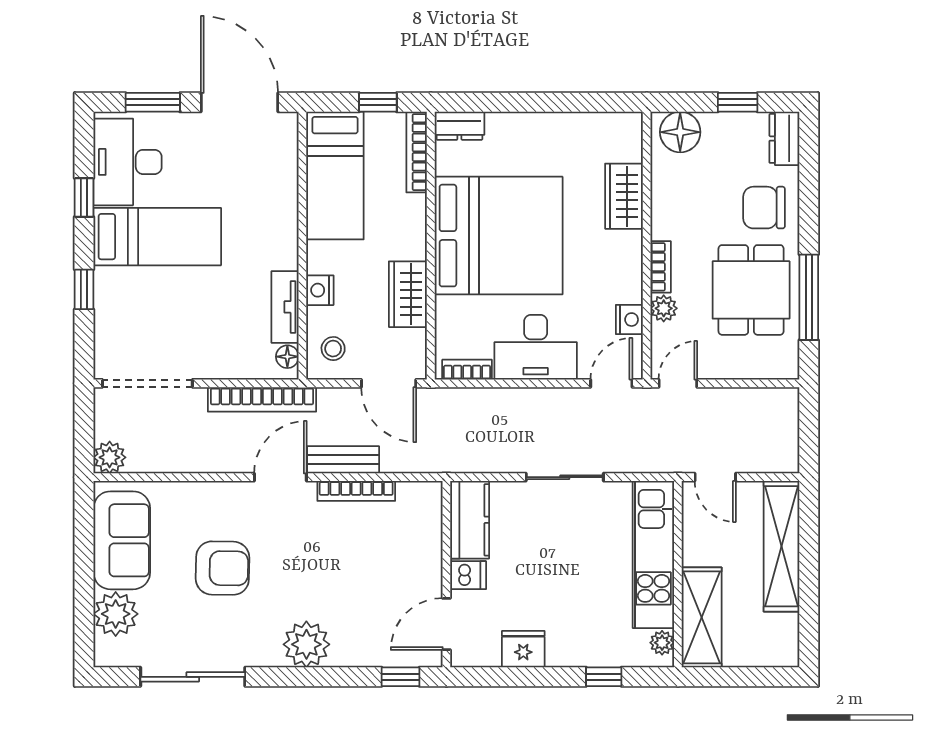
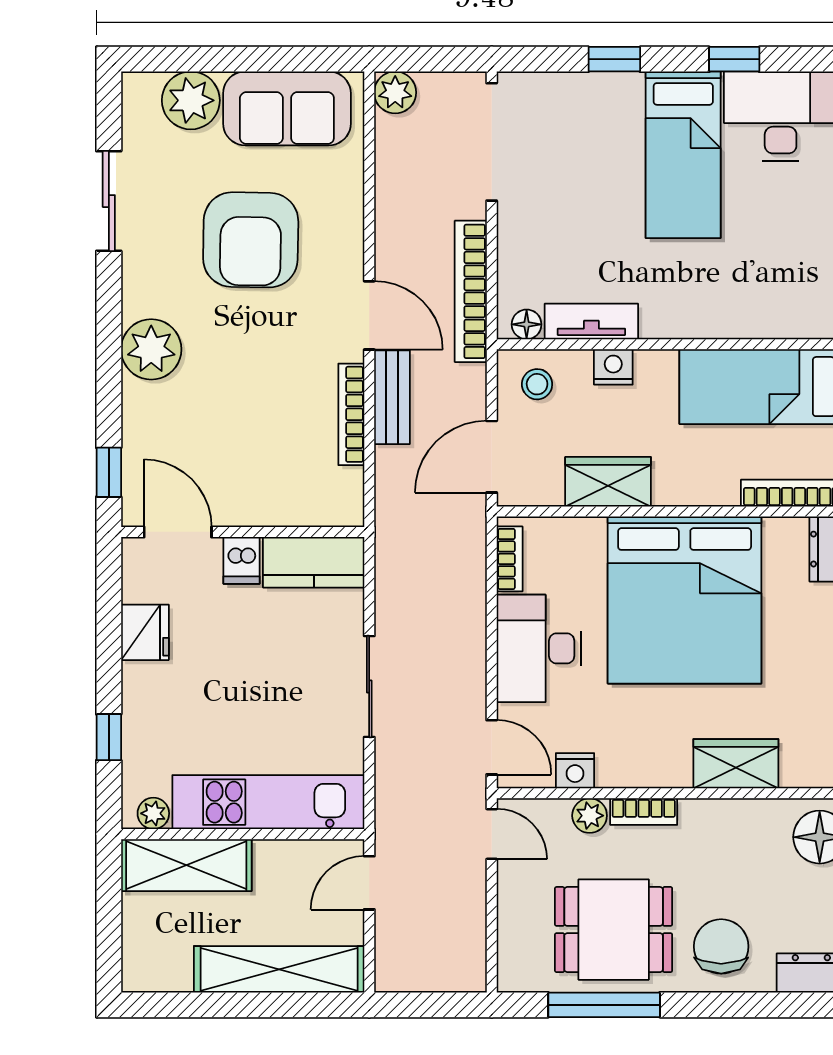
armchair: (222, 568) -> (251, 240), width x1.36, depth x1.36
sliding door: (193, 677) -> (109, 201), width x0.73

